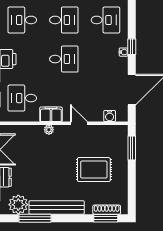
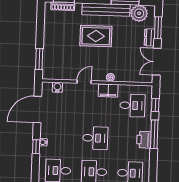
desk: (64, 59) -> (95, 138), turned 180
door: (79, 123) -> (84, 82), swing flipped
rug: (94, 170) -> (96, 36), moved

